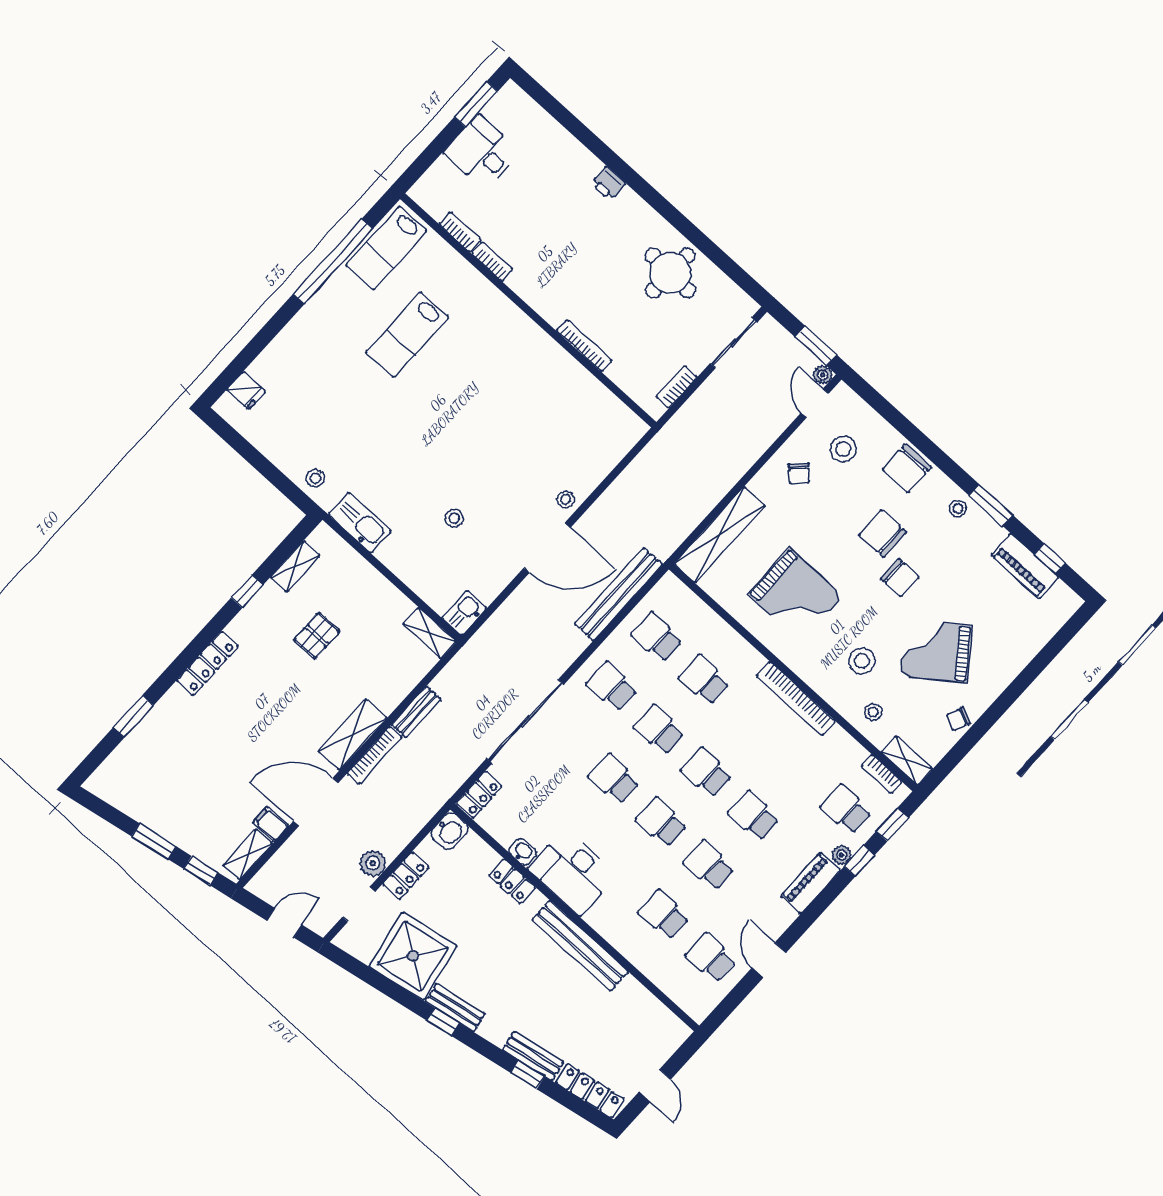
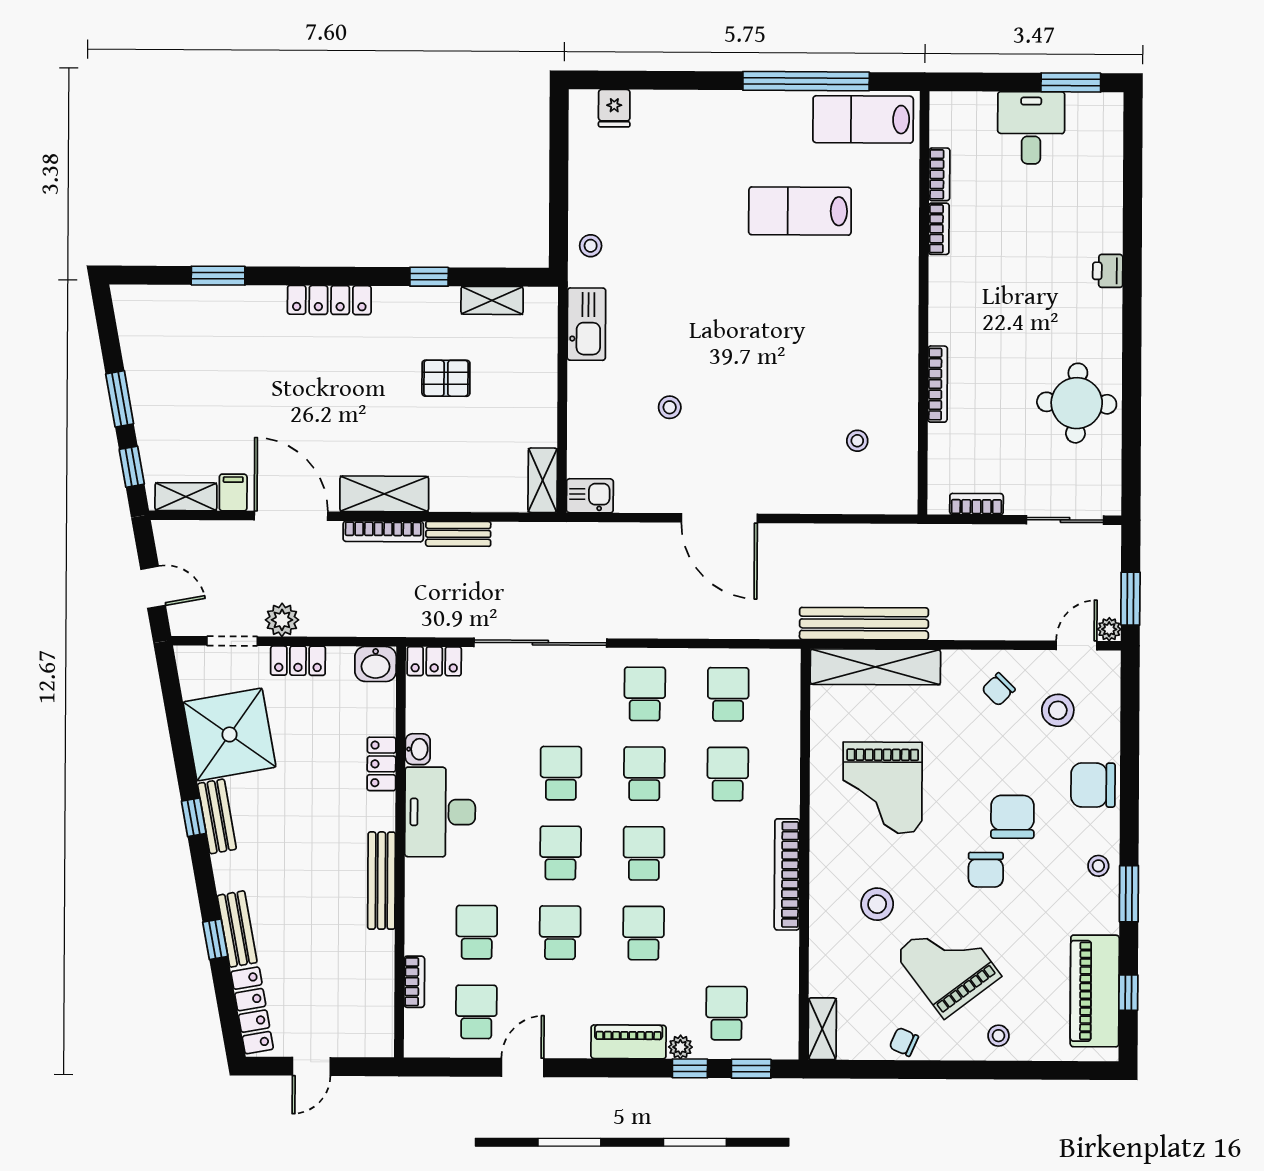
stool: (566, 499) -> (857, 441), moved
piano: (1025, 566) -> (1095, 991), width x1.37, depth x1.33
bench: (619, 594) -> (864, 624), moved
stool: (873, 712) -> (999, 1036), moved
bookcase: (882, 774) -> (414, 982), moved, turned 180
bench: (580, 946) -> (382, 881), width x0.73, depth x0.82

